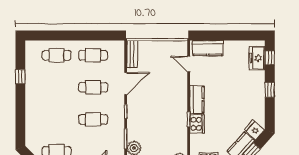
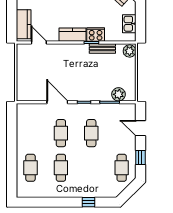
bench: (132, 54) -> (102, 49), moved
cafe table: (93, 55) -> (61, 168), moved
door: (189, 64) -> (39, 42), swing flipped
window: (20, 77) -> (89, 202), moved

